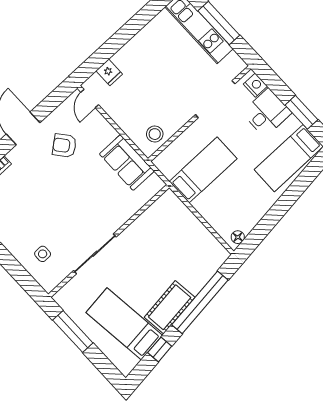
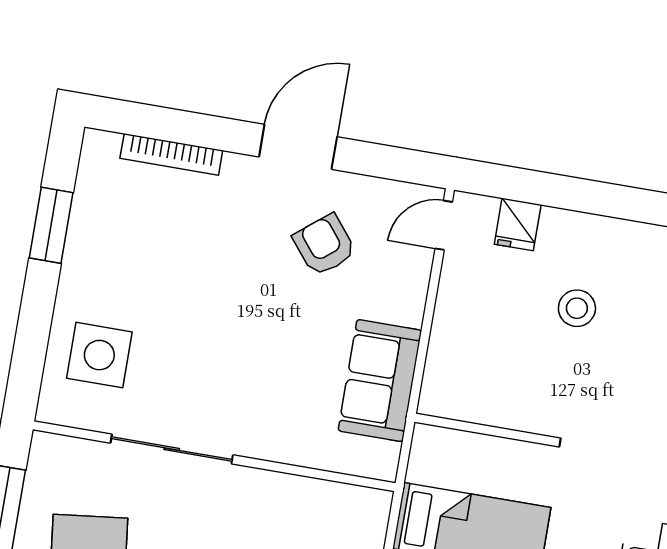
stool: (155, 134) -> (577, 308), moved
side table: (43, 254) -> (99, 355), width x1.87, depth x1.87

